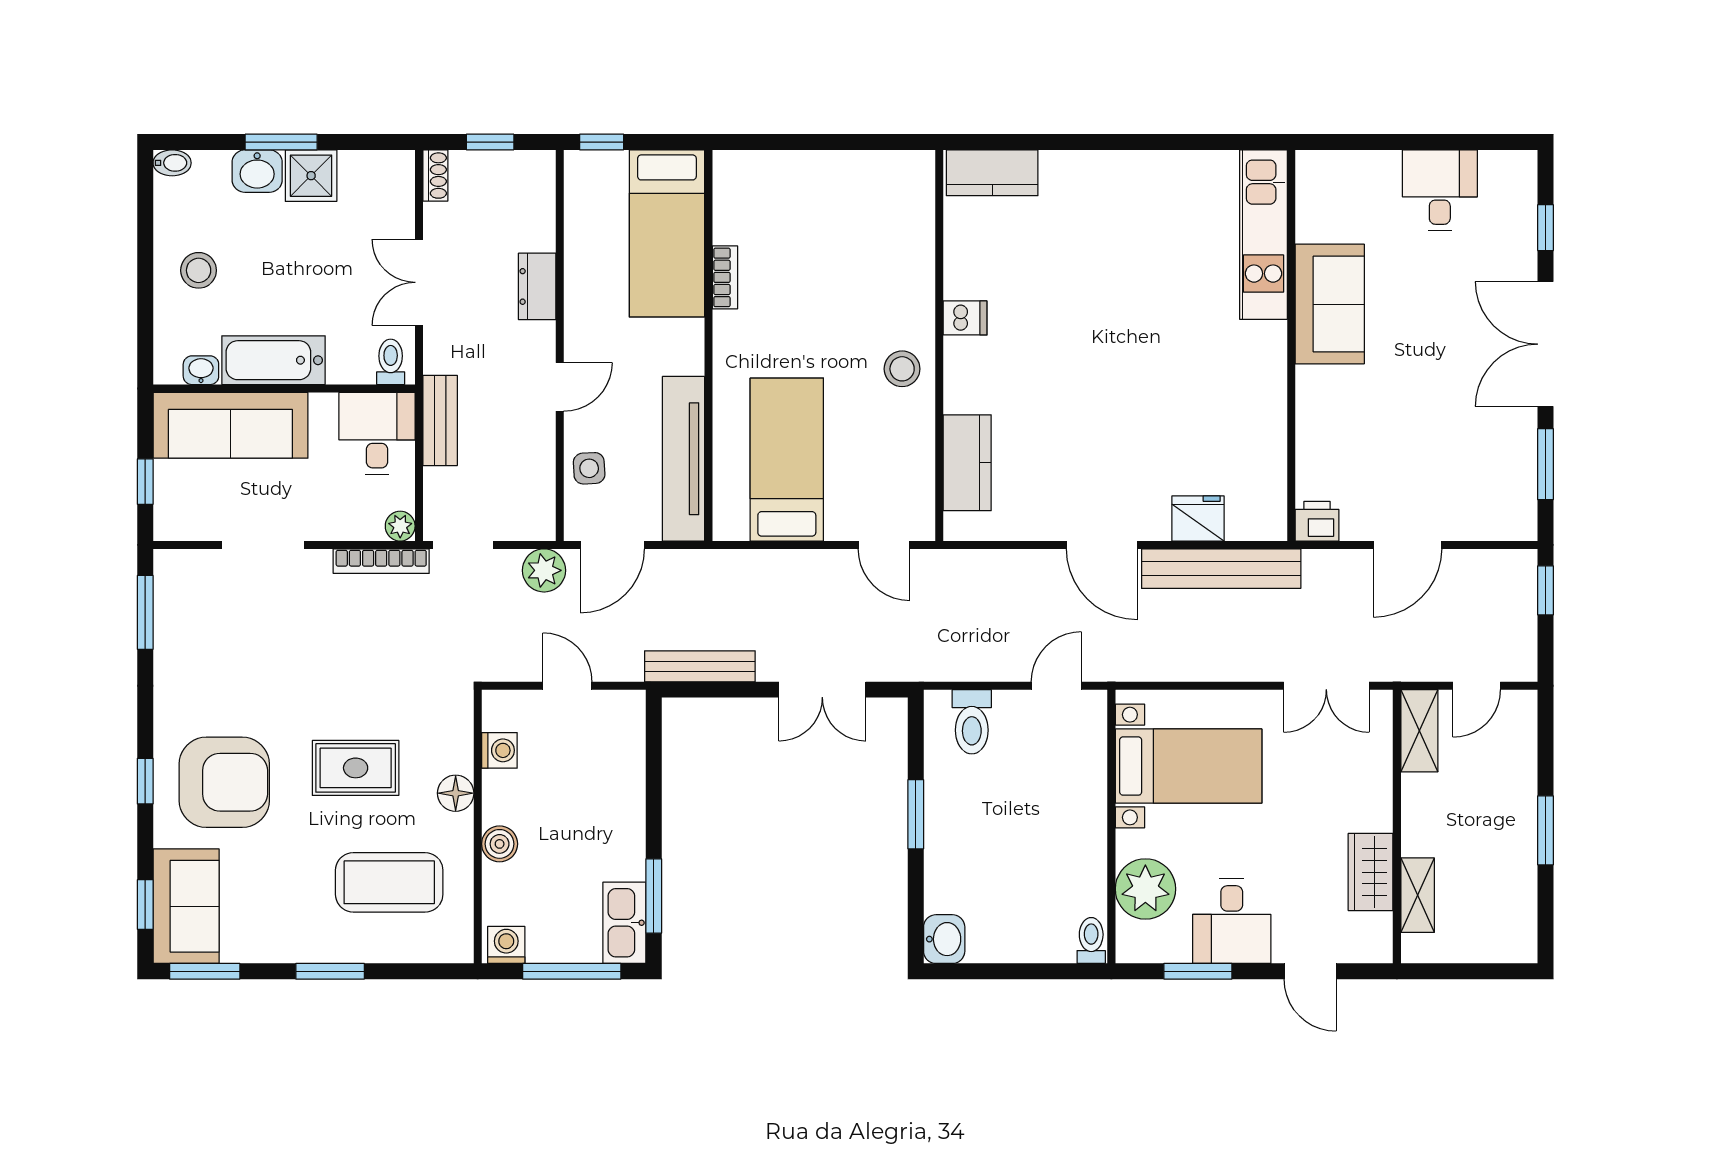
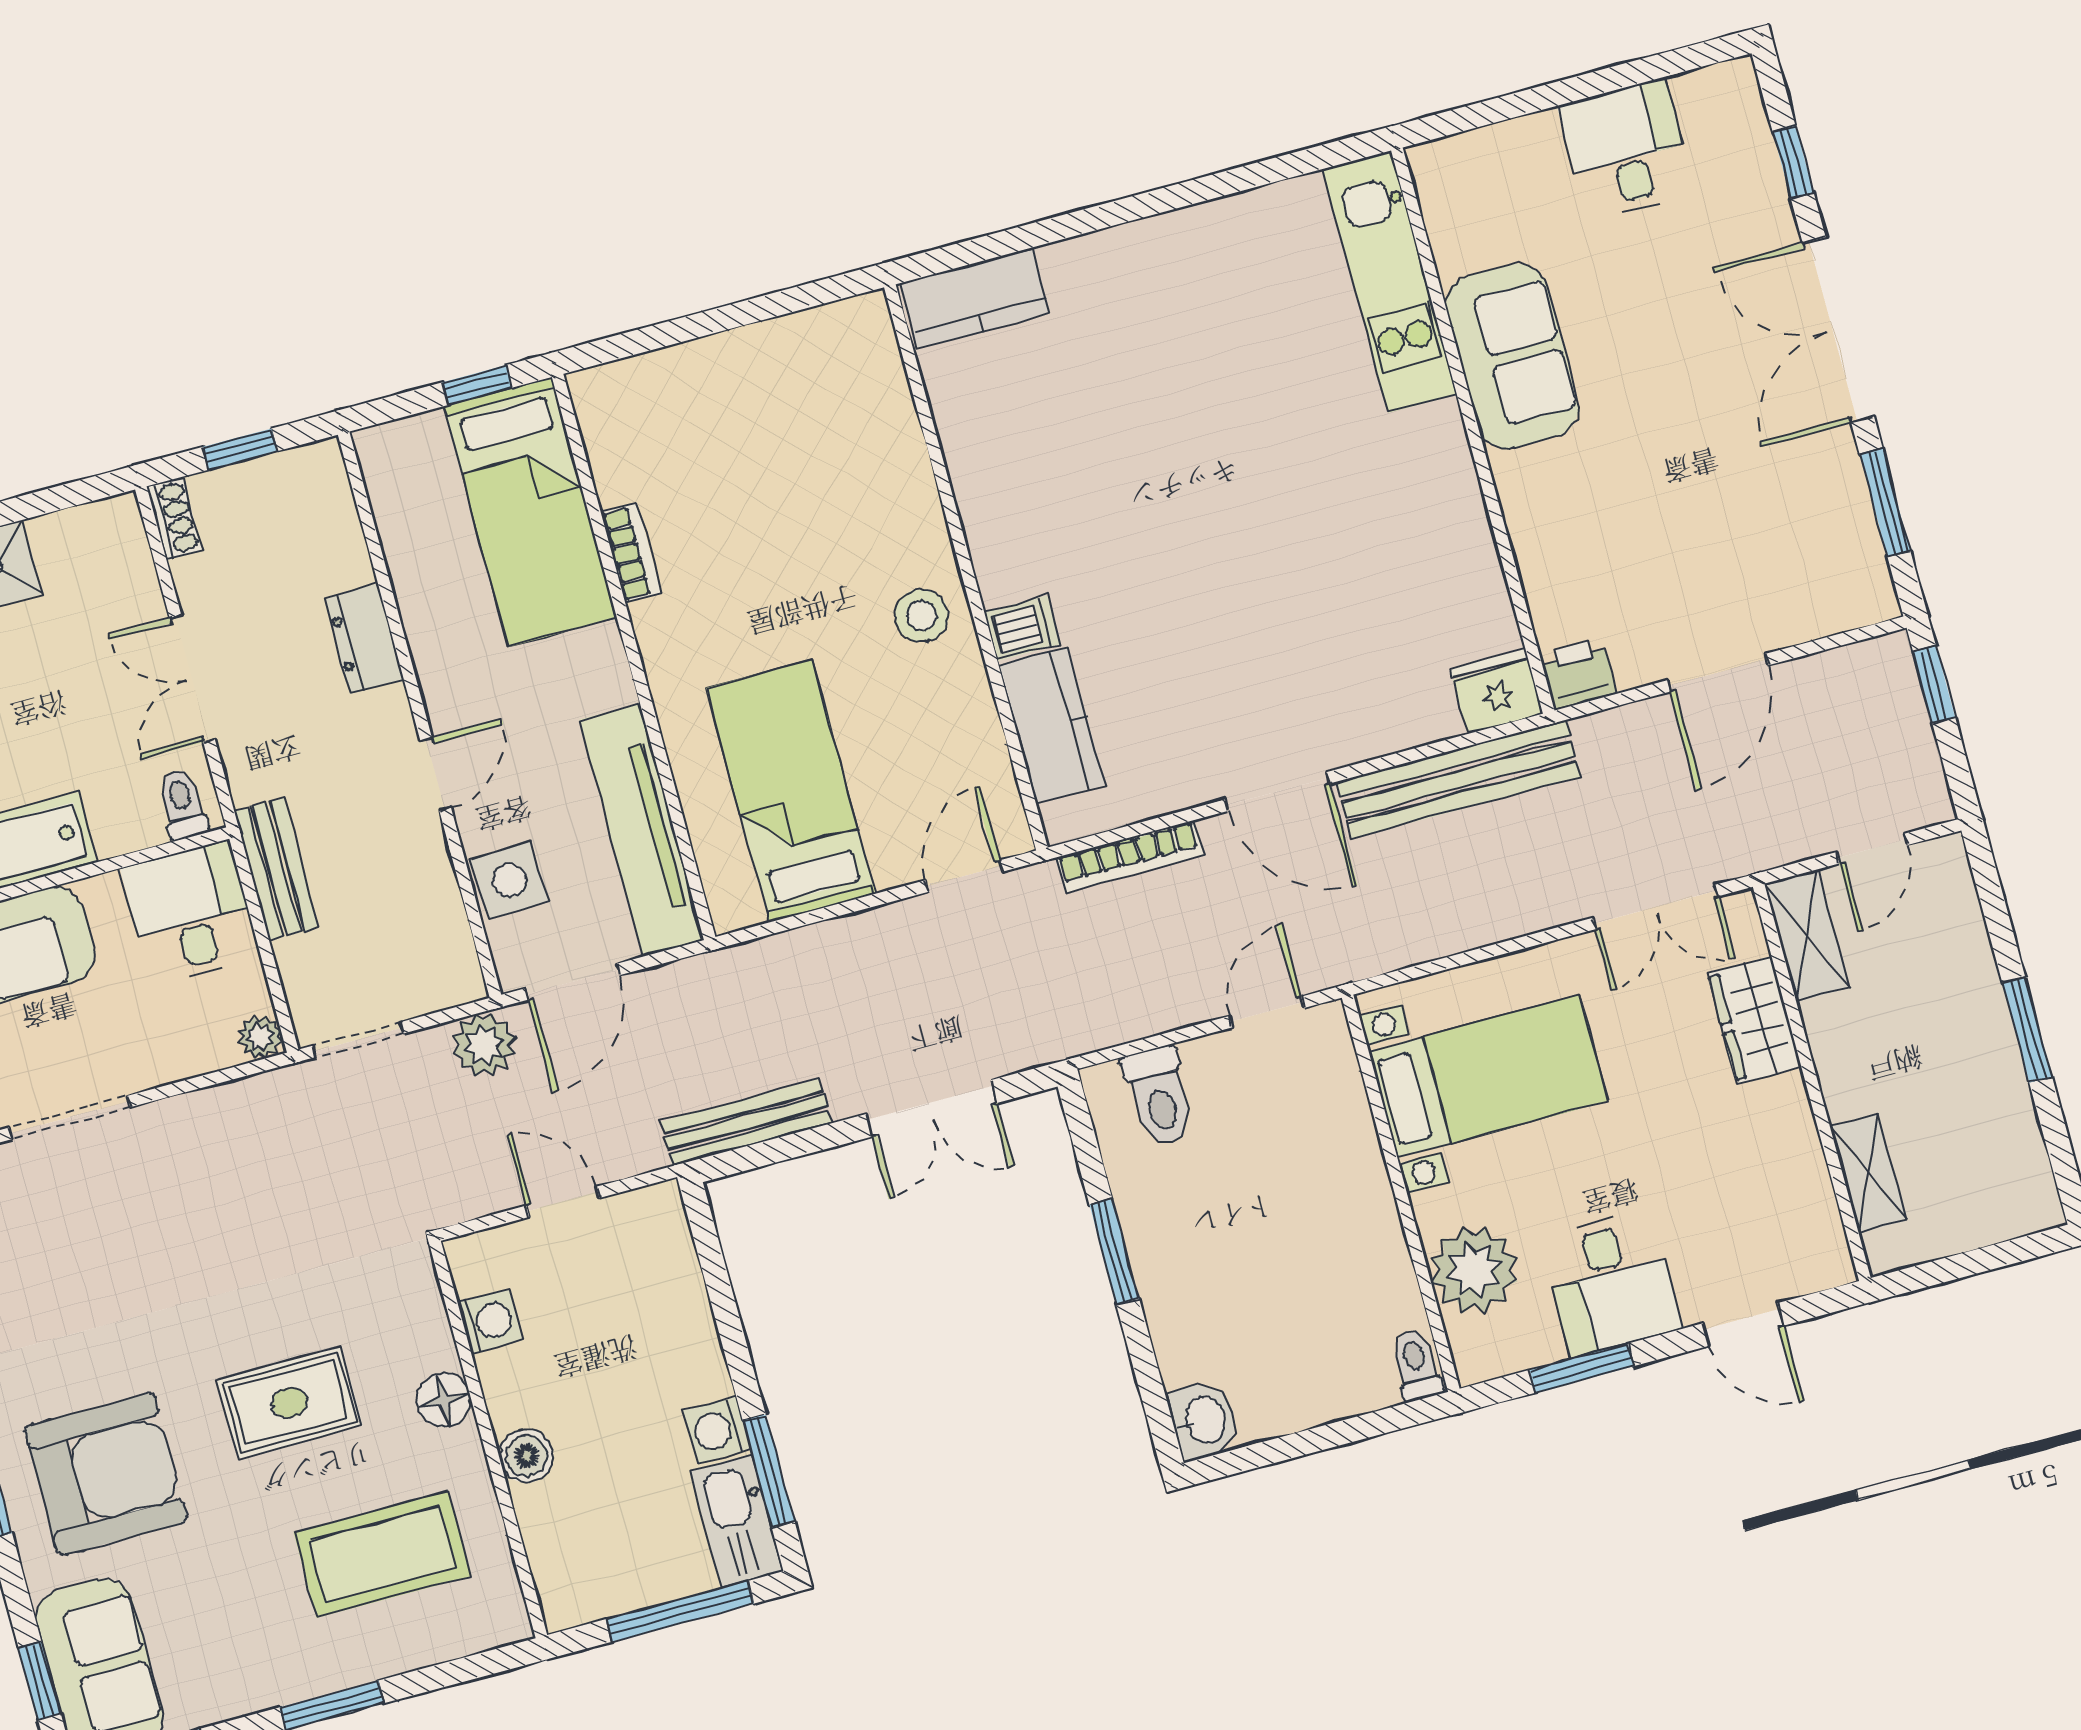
window: (602, 142) -> (477, 385), moved
dishwasher: (965, 318) -> (1022, 628), moved
side table: (589, 468) -> (510, 880), width x1.37, depth x1.37
fridge: (1198, 518) -> (1497, 691), moved
door: (884, 545) -> (964, 876), swing flipped
bookcase: (381, 561) -> (1129, 856), moved
wardrobe: (1371, 872) -> (1754, 1020), moved
washing machine: (506, 945) -> (717, 1430), moved, turned -90

